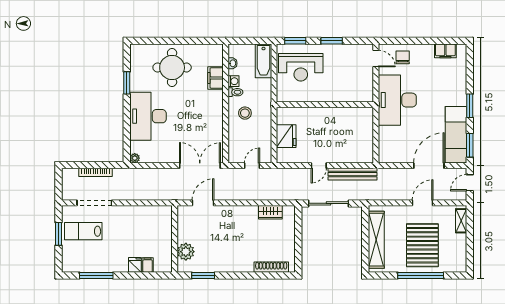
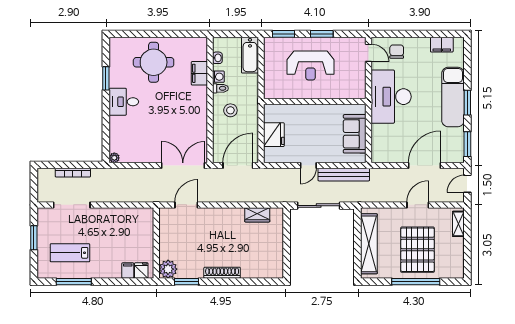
reception desk: (301, 67) -> (311, 65), moved
desk: (148, 116) -> (124, 102), width x0.53, depth x0.77
sofa: (363, 135) -> (355, 134), added
exam couch: (456, 135) -> (453, 97), moved
door: (252, 166) -> (238, 166), width x1.87
lab bench: (83, 231) -> (70, 253), moved
plant: (186, 252) -> (168, 269), moved
fridge: (135, 265) -> (141, 270), moved
shoe rack: (271, 267) -> (222, 273), moved

